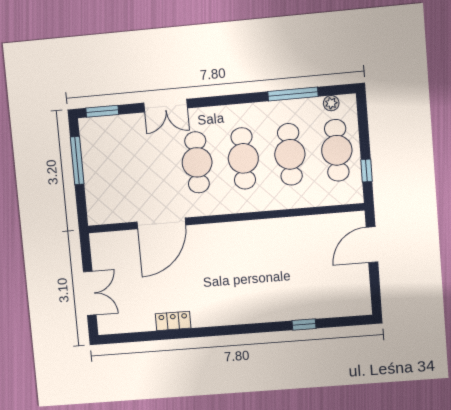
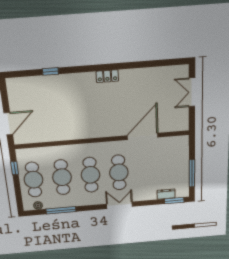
double door: (166, 106) -> (119, 205), moved
dresser: (117, 123) -> (166, 194), added
locker: (173, 321) -> (107, 76), moved

